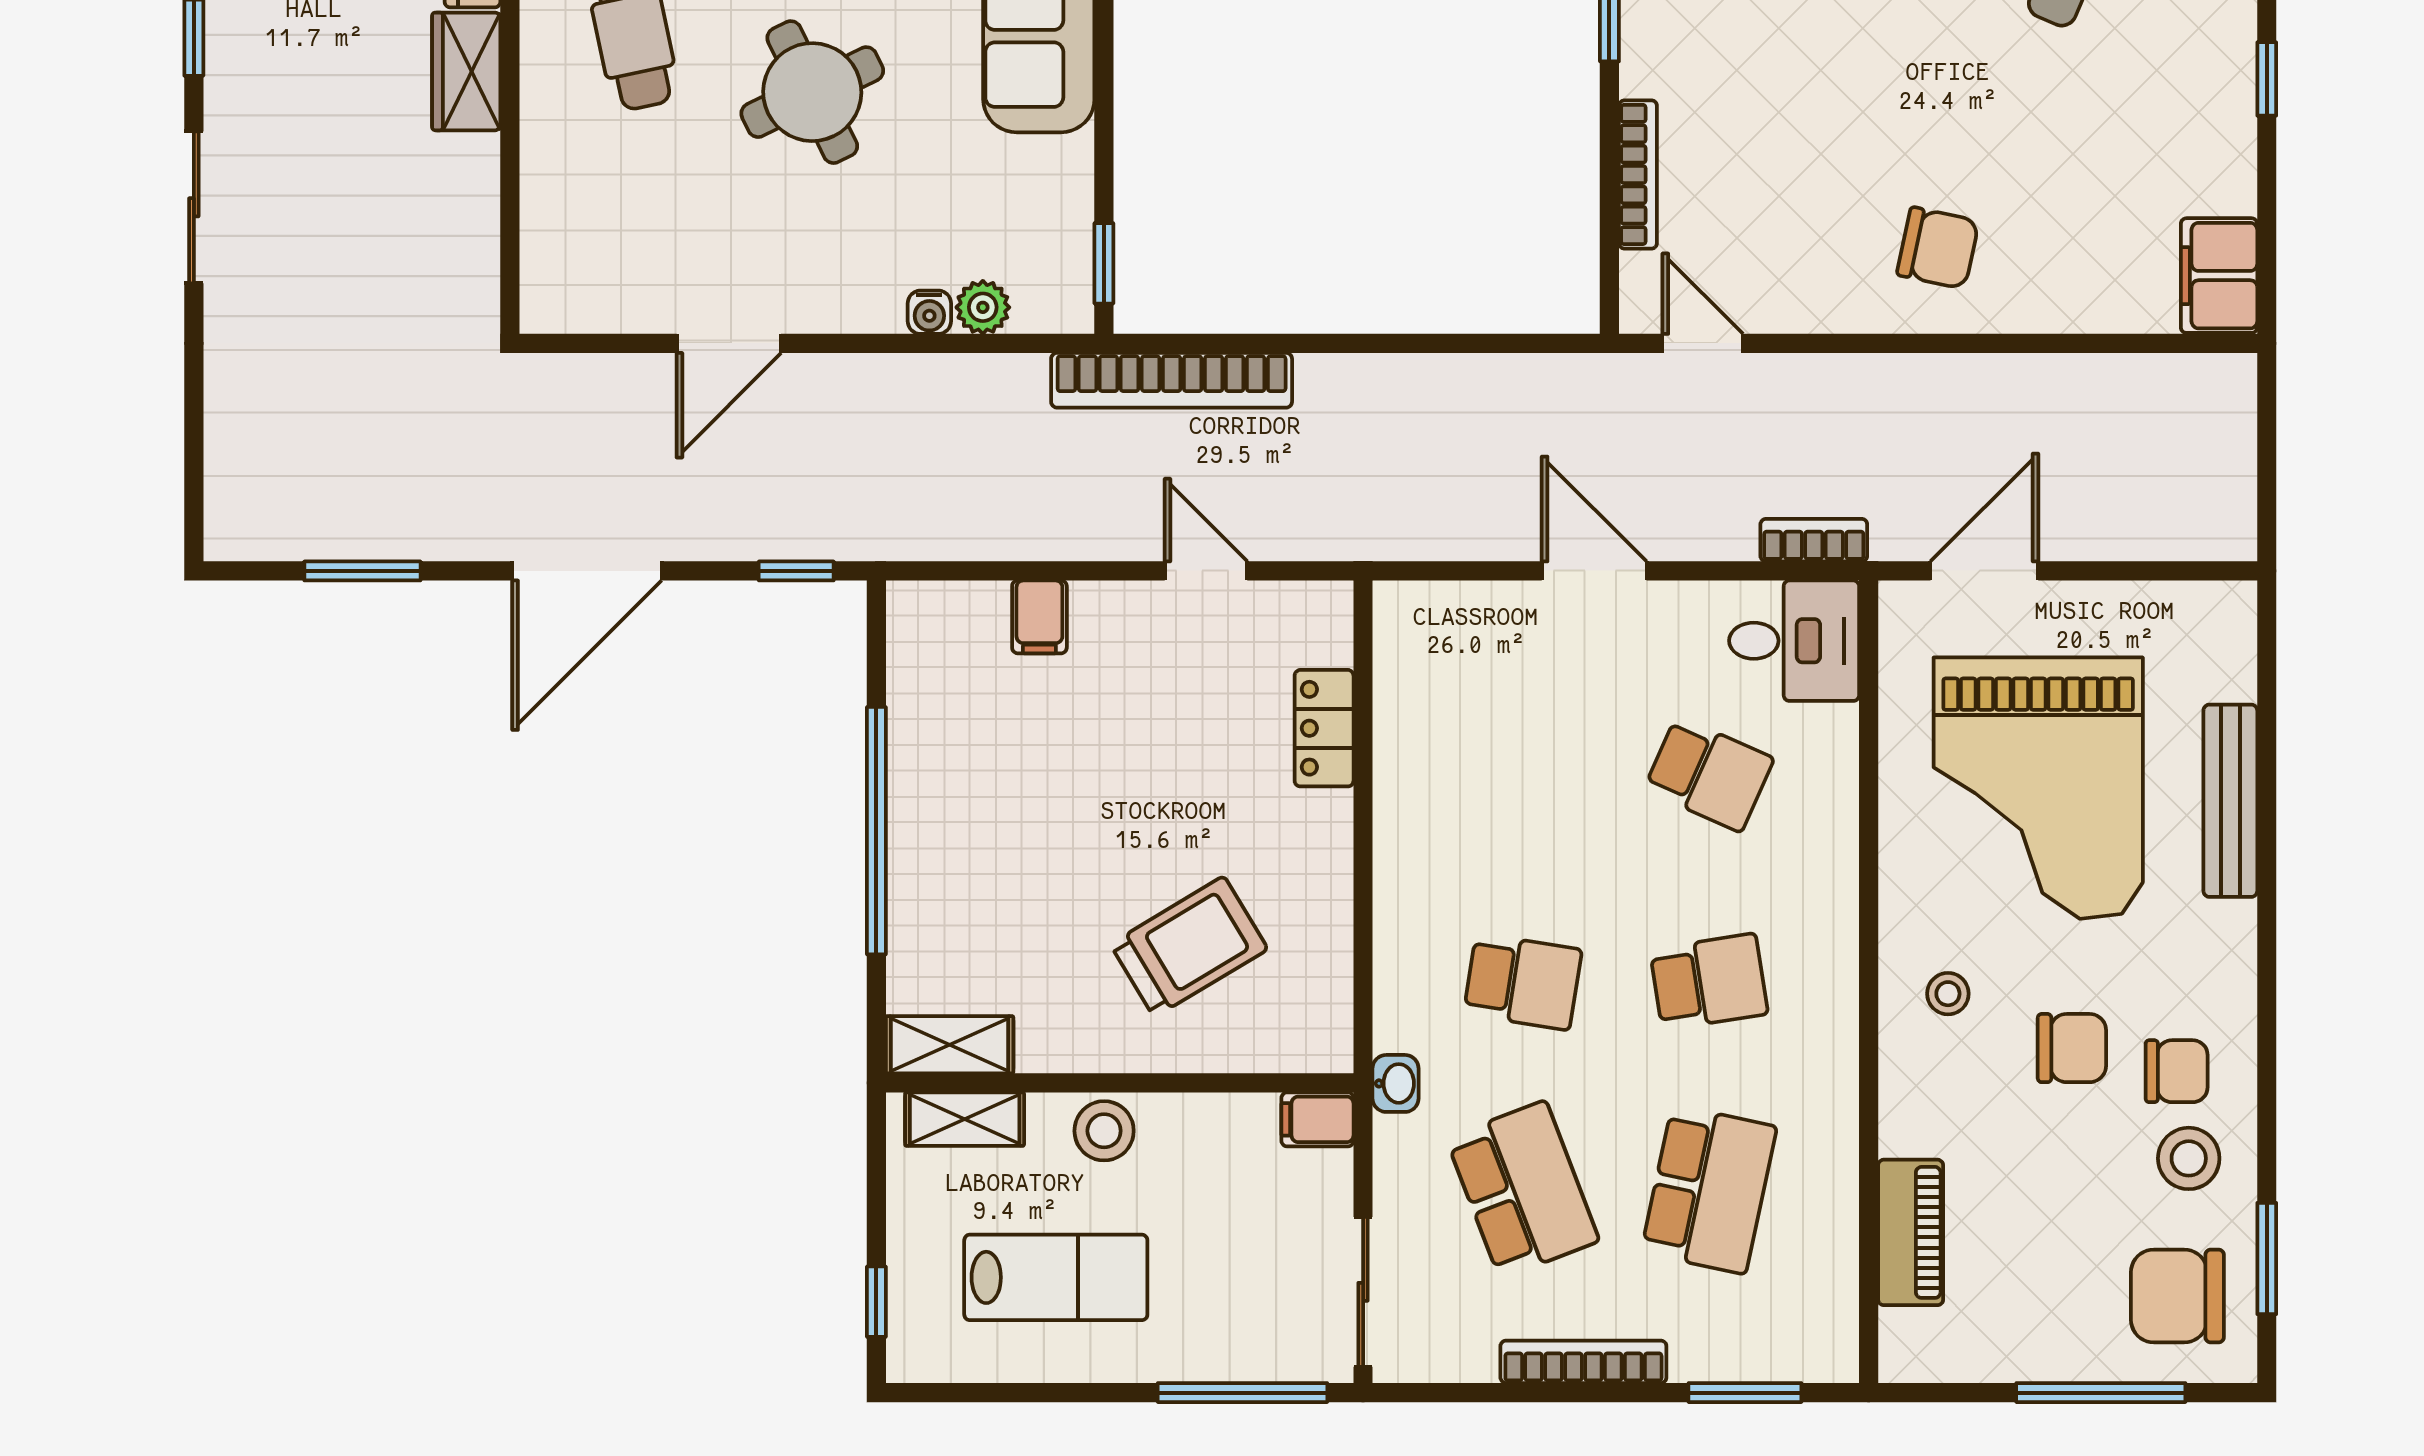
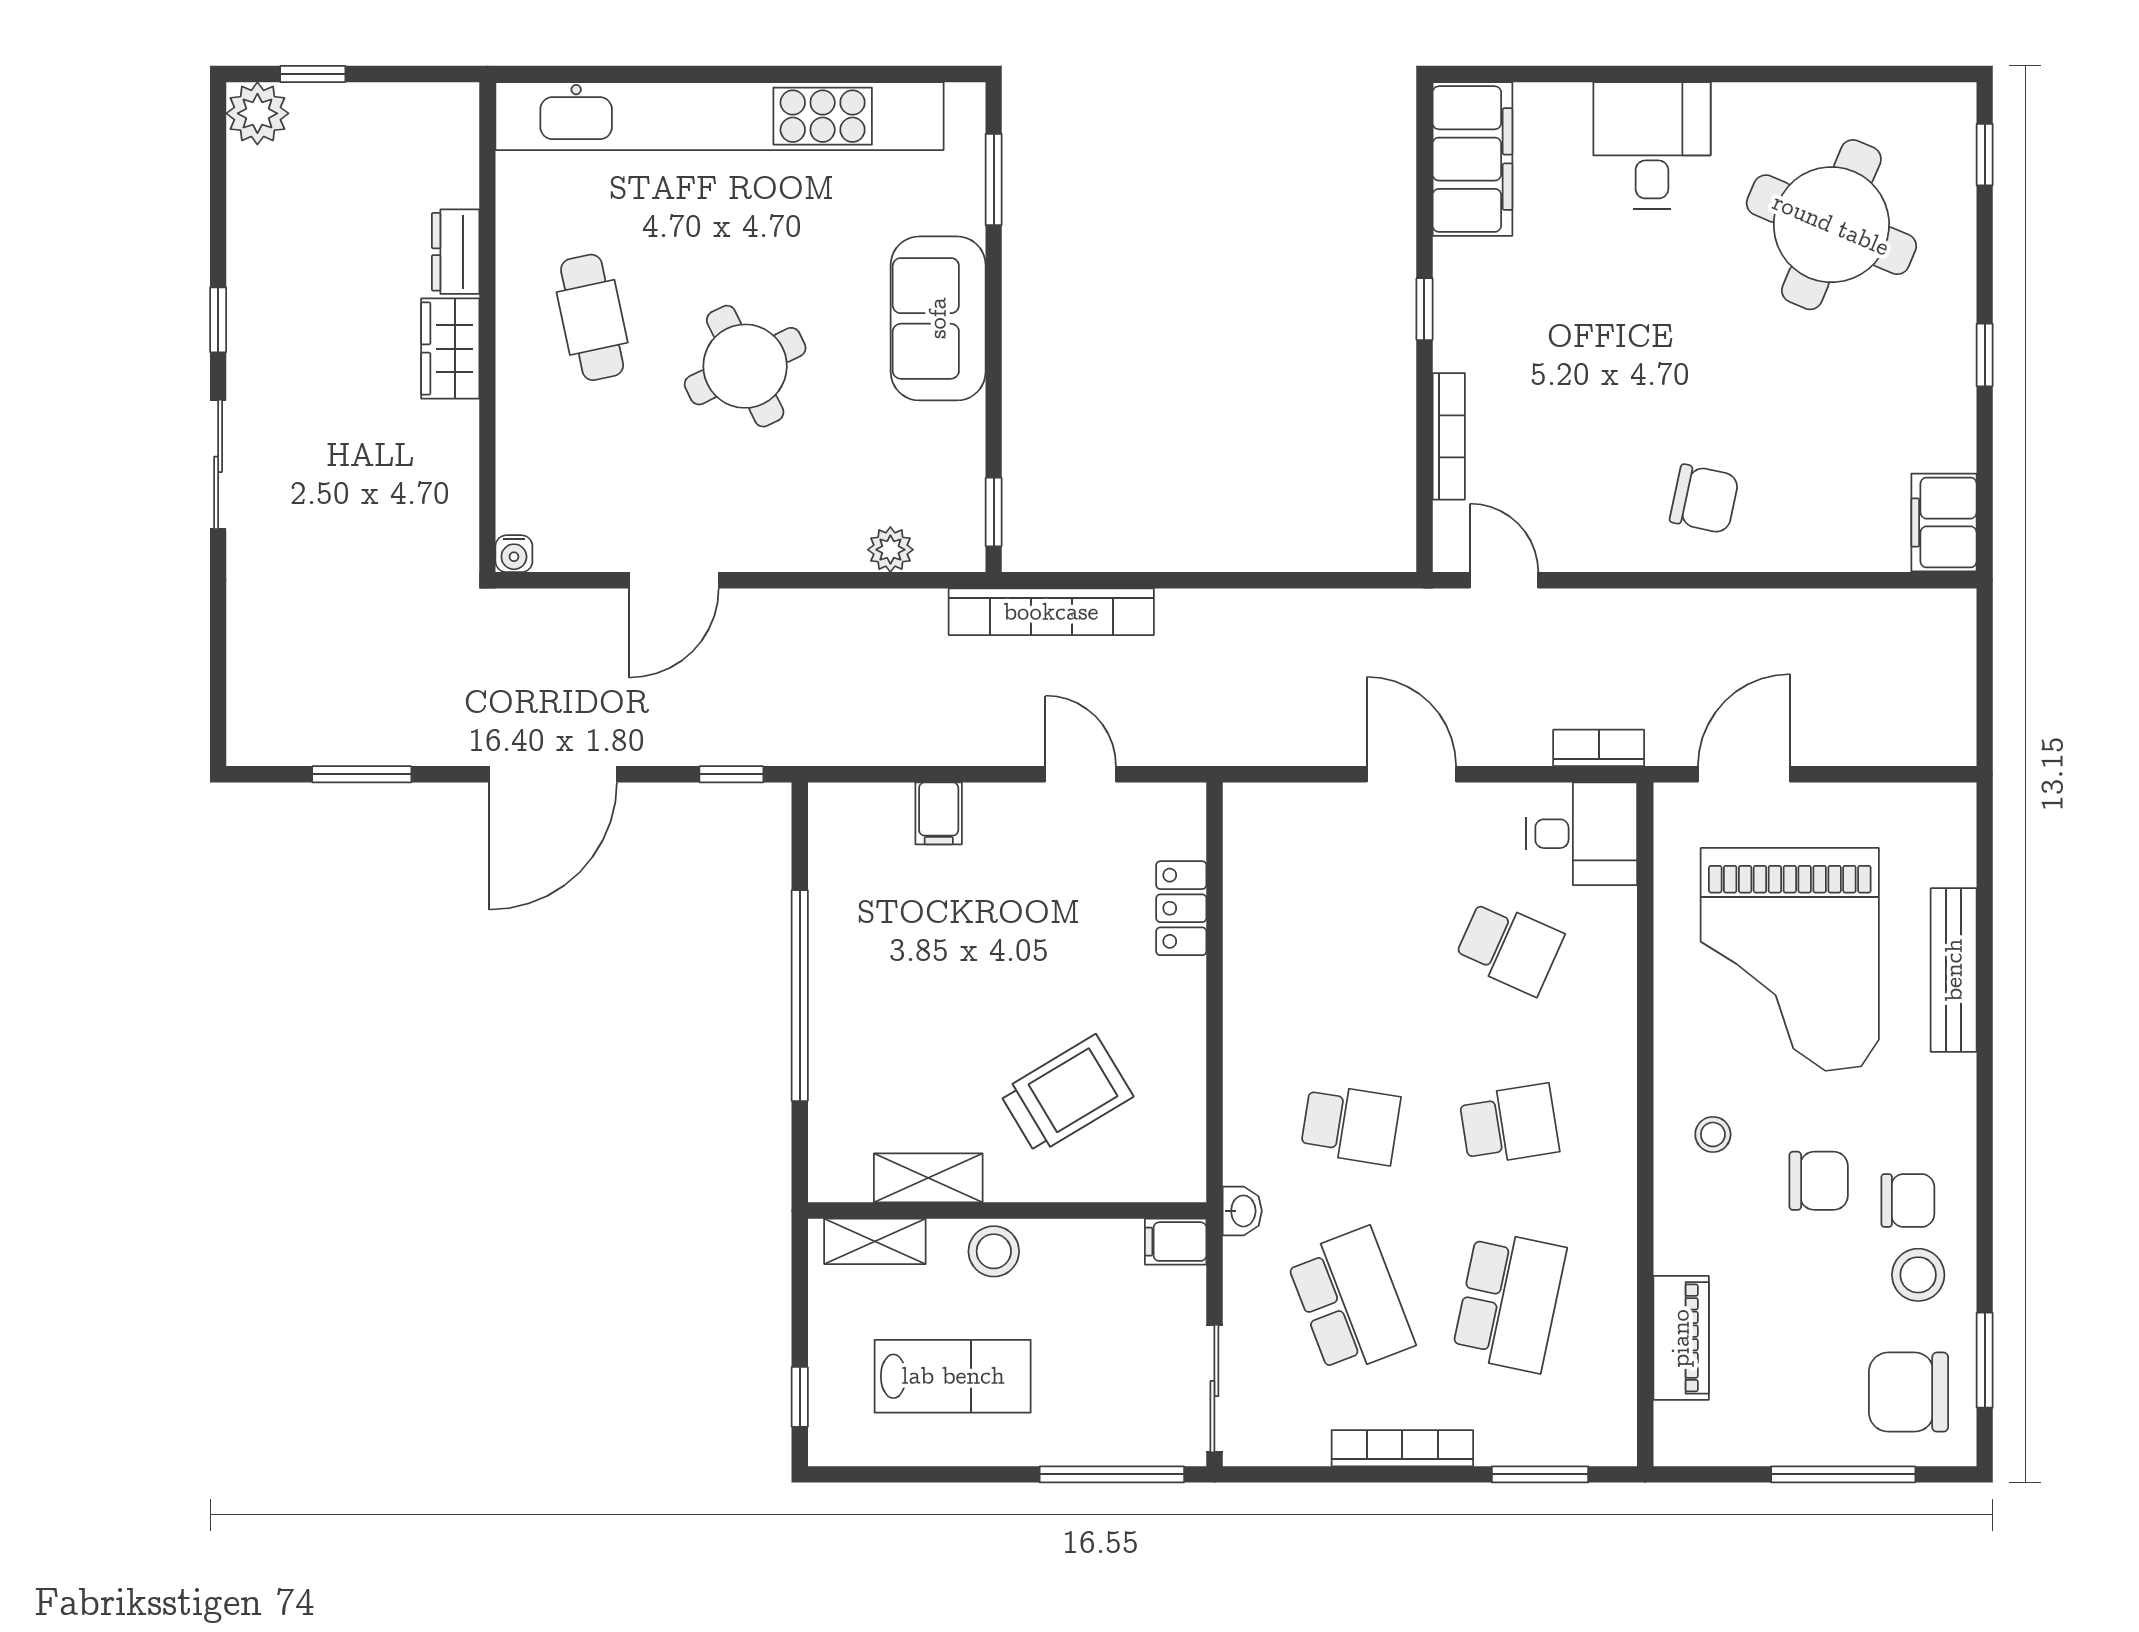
water cooler: (929, 312) -> (514, 554), moved
shelving: (950, 1045) -> (928, 1178), moved

